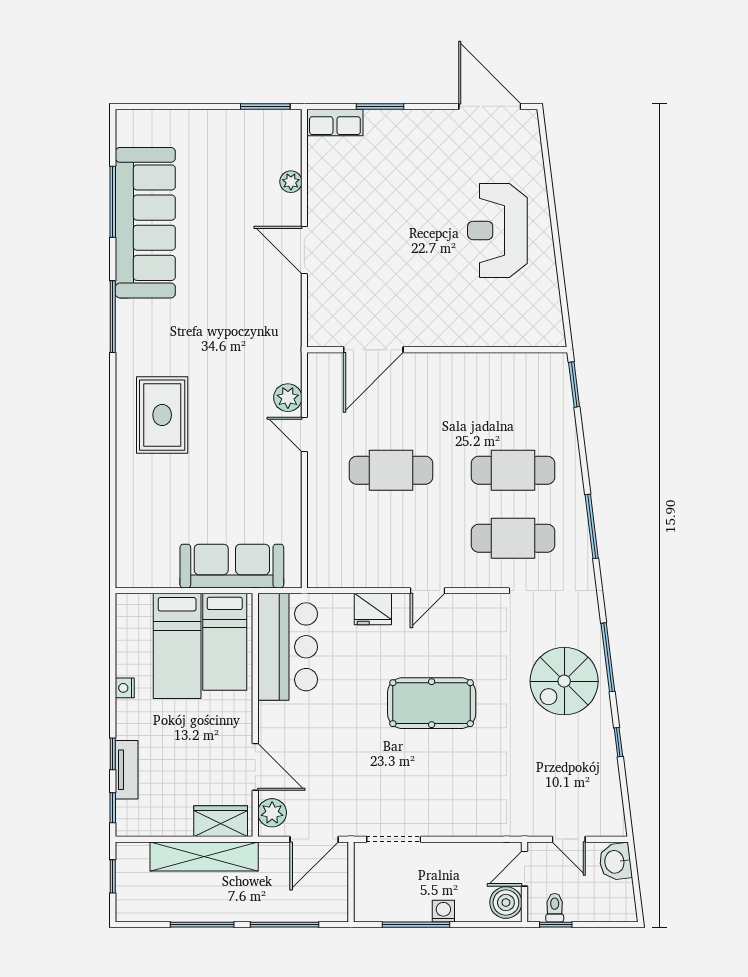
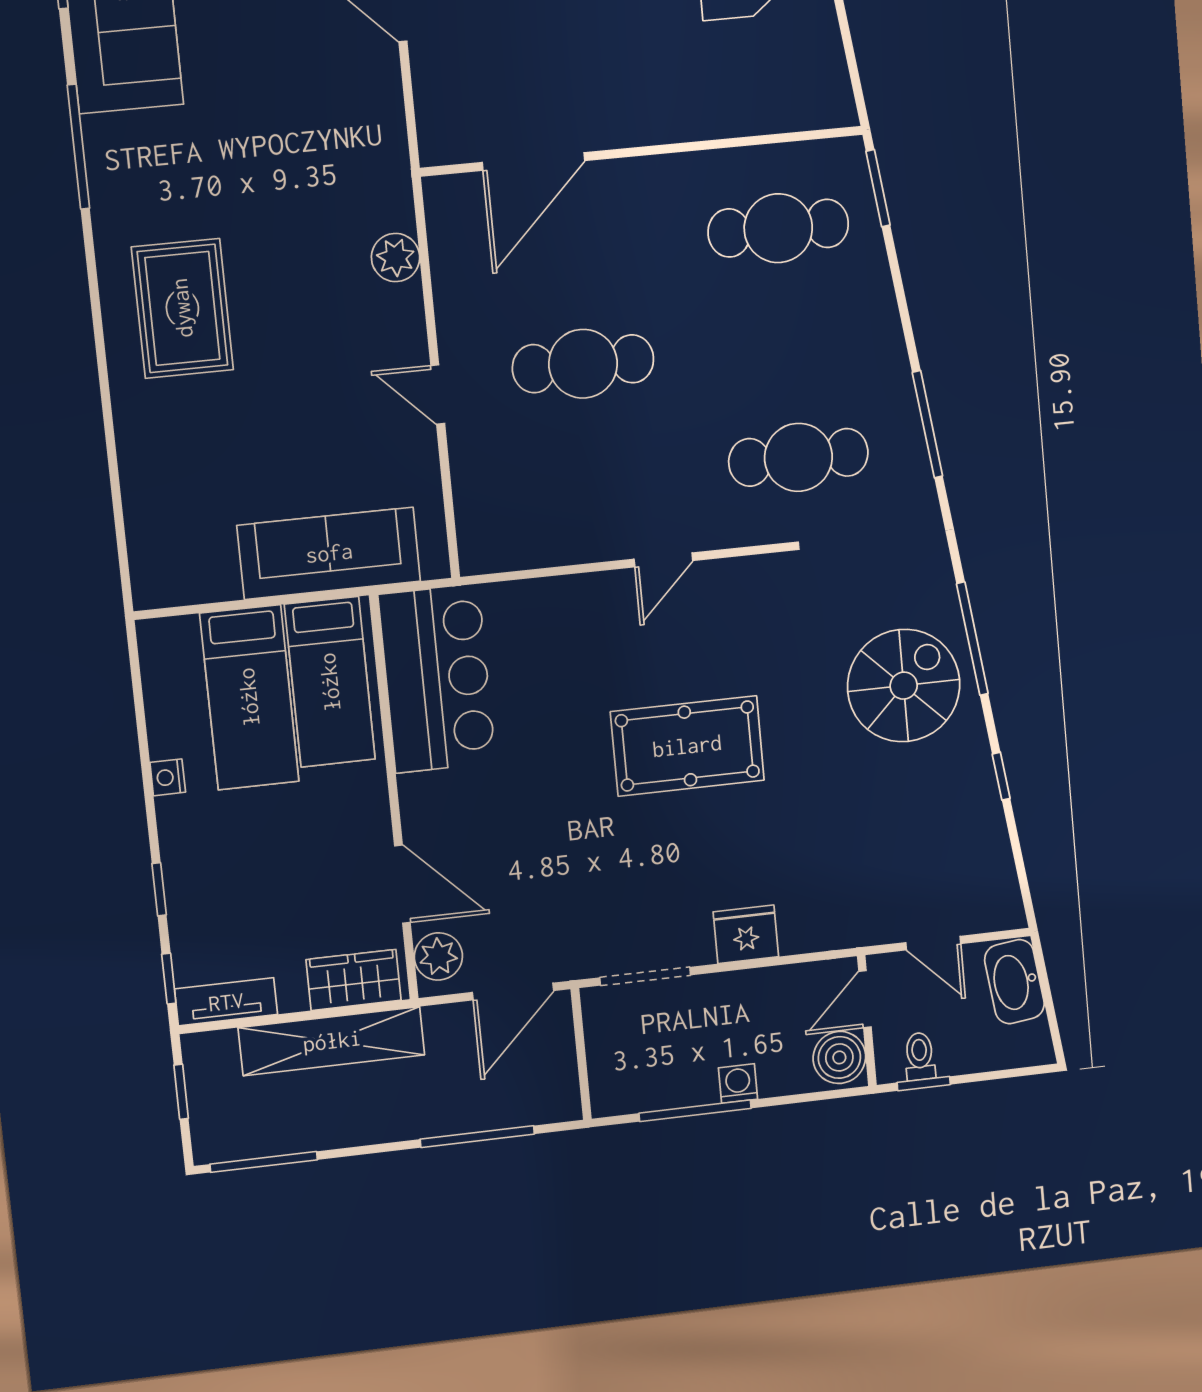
door: (304, 434) -> (438, 394), moved
cafe table: (513, 470) -> (778, 228), moved
fridge: (373, 609) -> (746, 934), moved, turned 180
spiral stairs: (564, 681) -> (904, 686), turned 180
tv unit: (127, 770) -> (226, 1002), moved, turned -90
washbasin: (615, 862) -> (1014, 982), width x1.38
window: (202, 925) -> (264, 1162), moved

